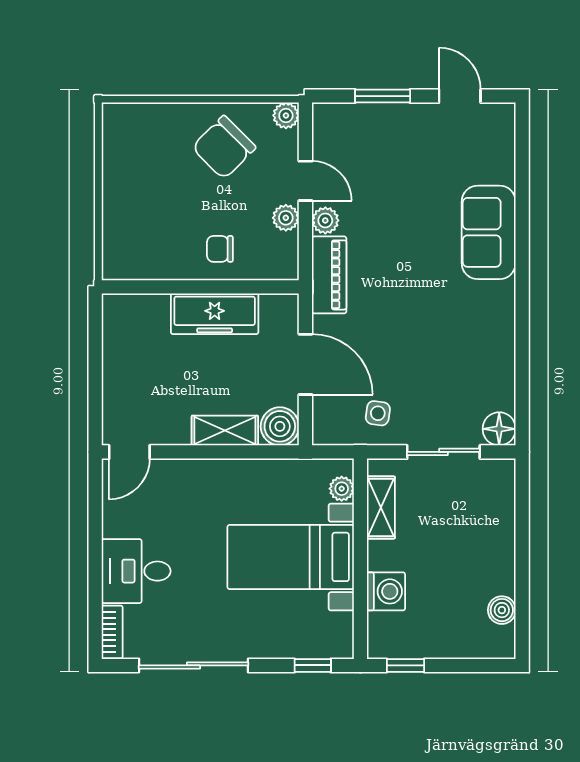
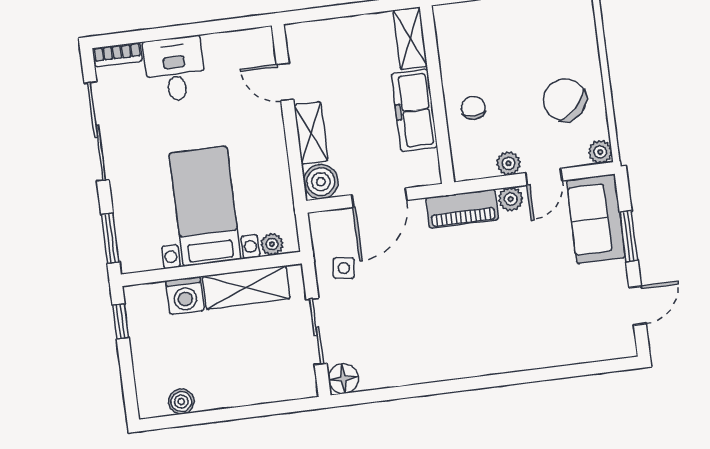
sofa: (489, 232) -> (596, 219), moved, turned -90
shelving: (135, 308) -> (410, 38), added
door: (129, 452) -> (285, 82), moved
shelving: (381, 507) -> (246, 287), width x1.50, depth x1.33
window: (313, 665) -> (110, 238), width x1.50

